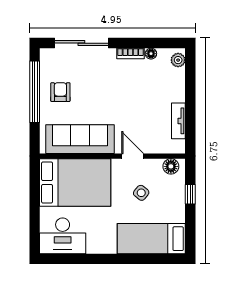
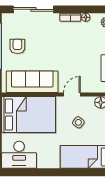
door: (133, 156) -> (72, 95), hinge flipped

